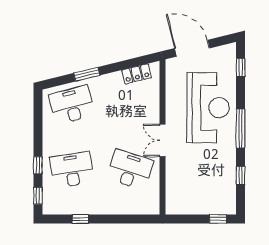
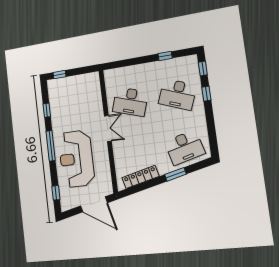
locker: (137, 74) -> (140, 177), width x1.53
desk: (72, 170) -> (177, 94), turned 30

